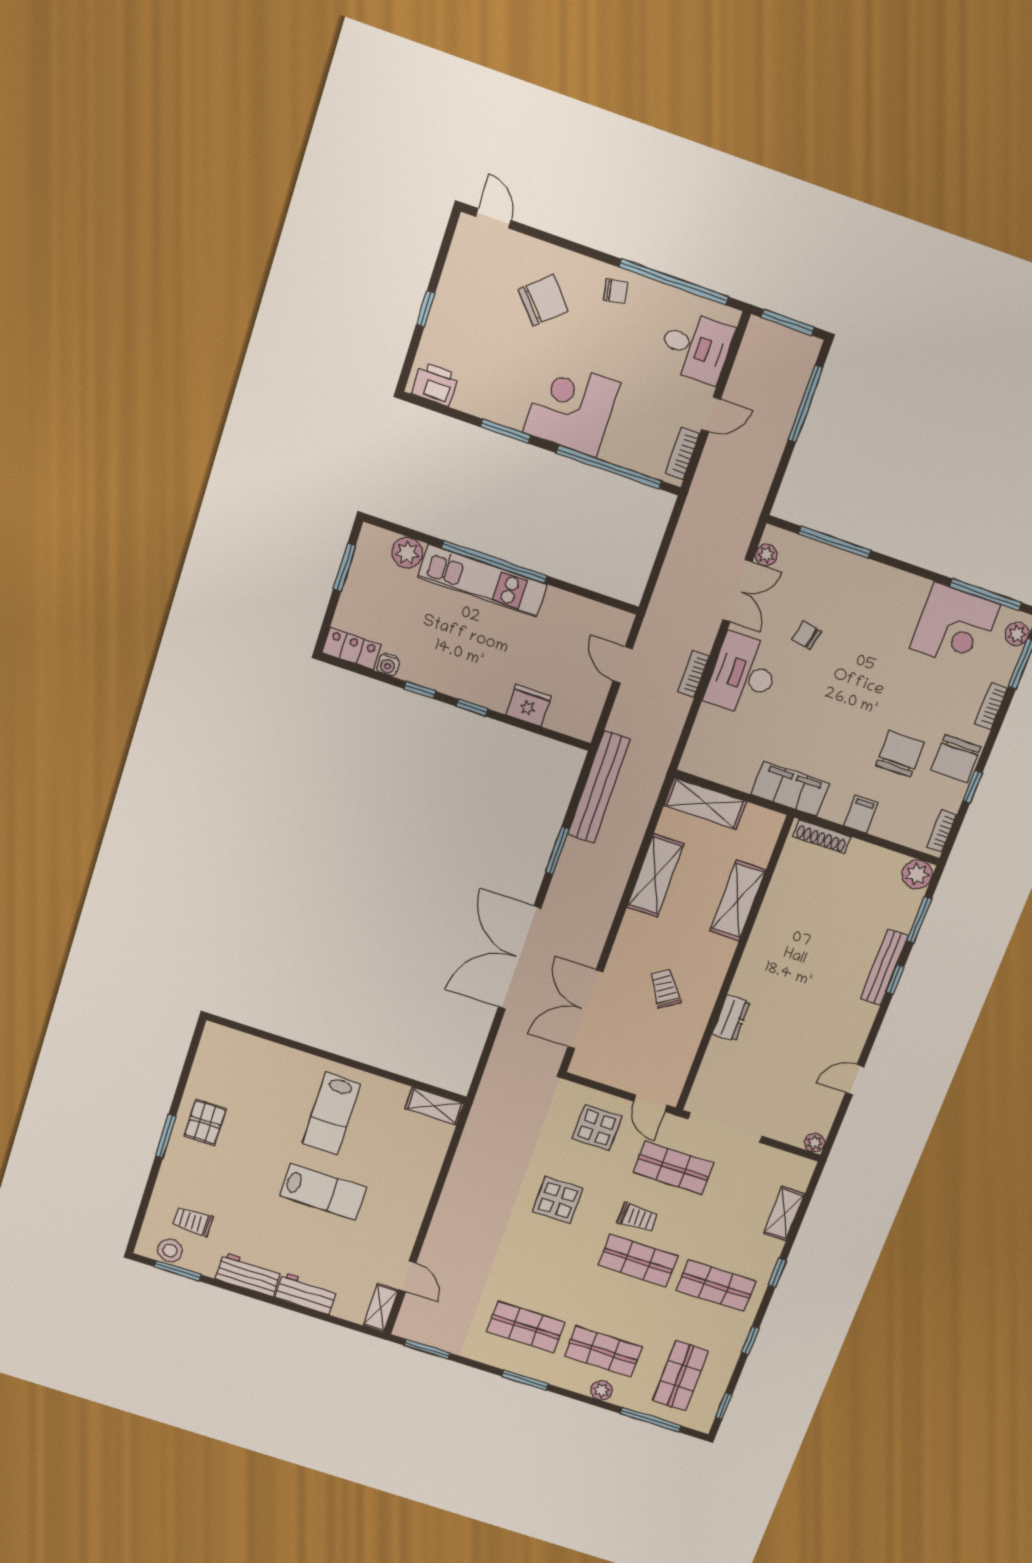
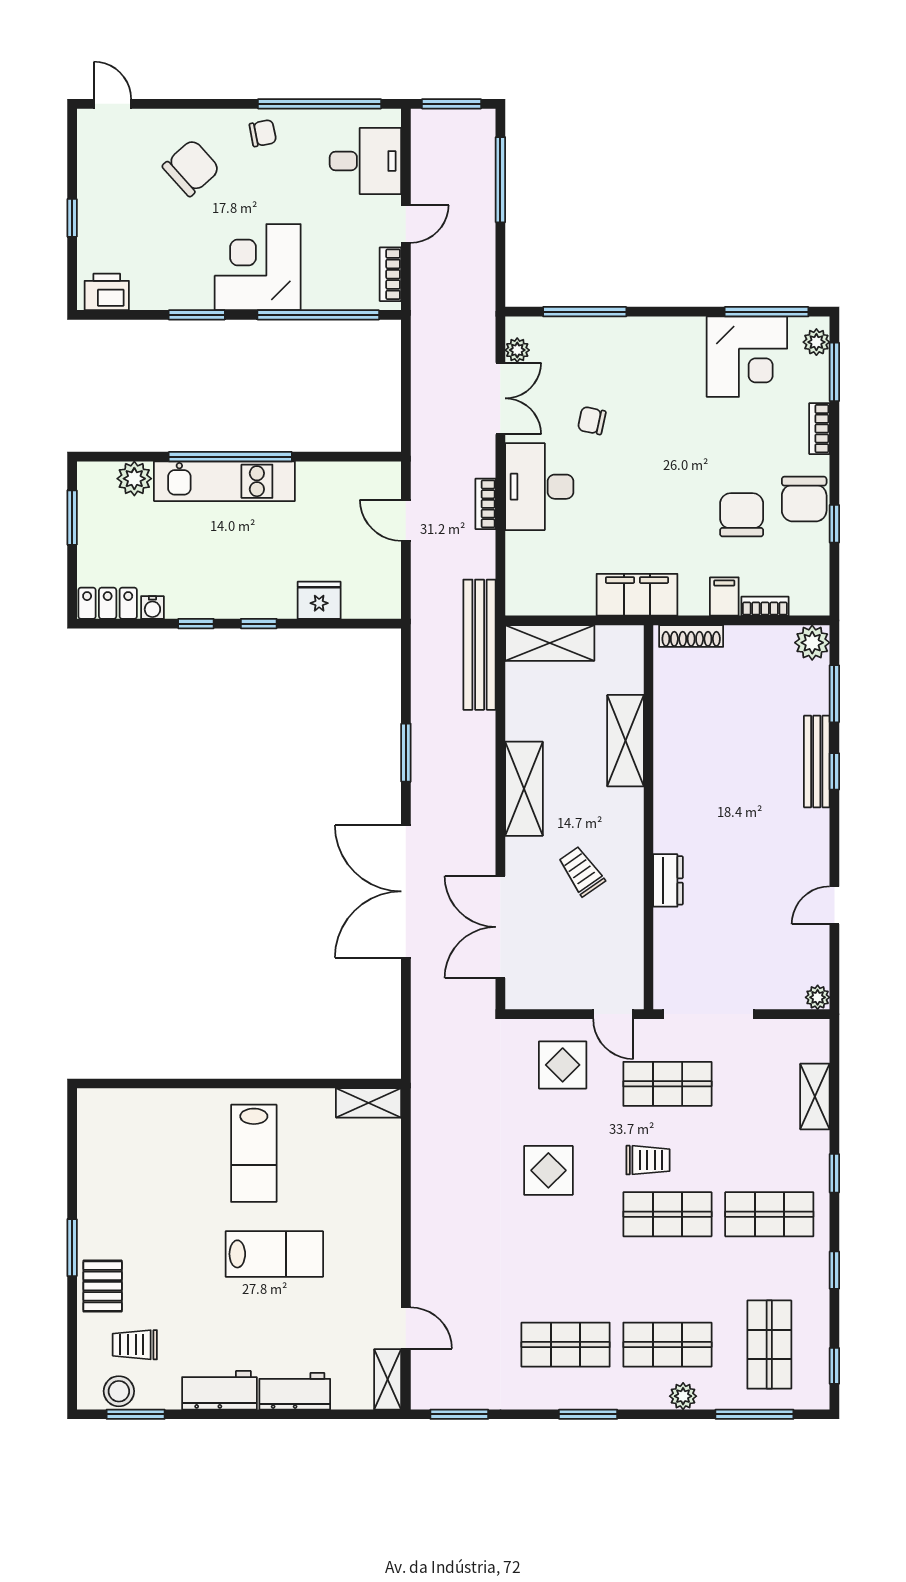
bench: (599, 787) -> (480, 645), moved
bookcase: (942, 831) -> (765, 606), moved, turned 90
shelving: (655, 875) -> (524, 789), moved
pallet: (205, 1122) -> (103, 1286), moved

